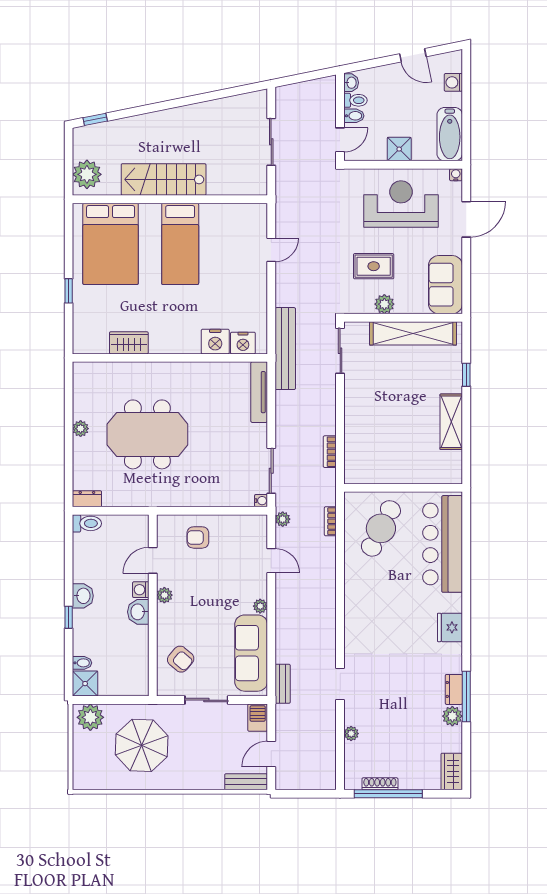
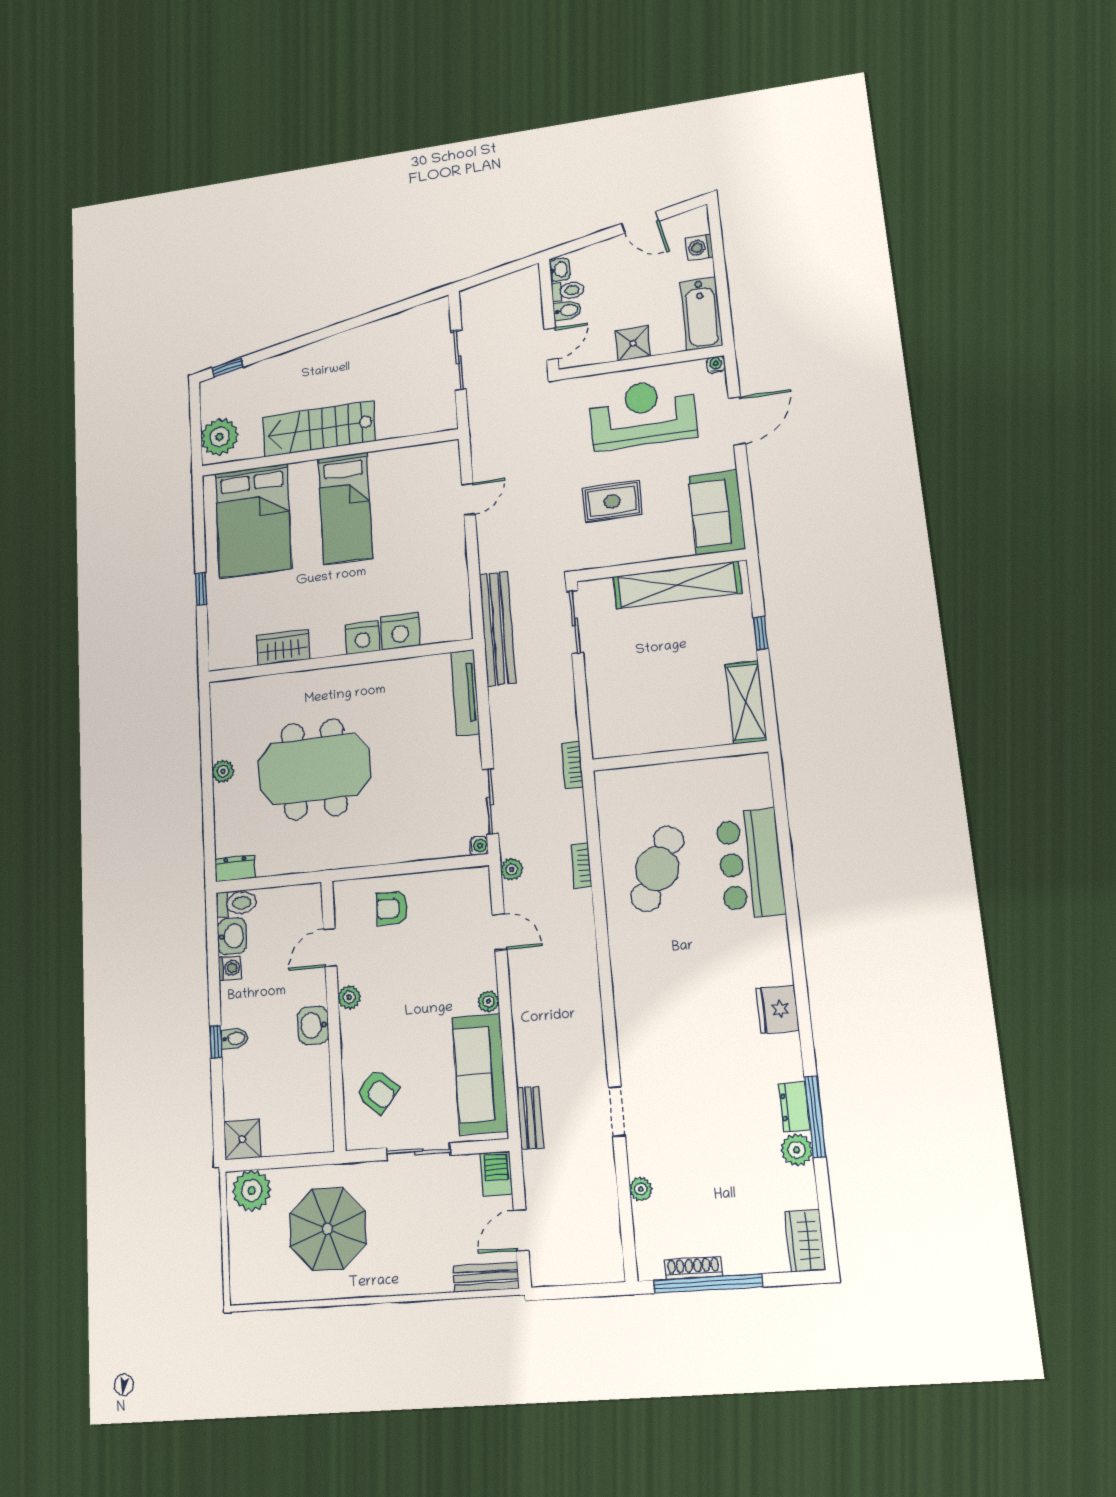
plant: (384, 304) -> (632, 550), removed
nightstand: (243, 343) -> (362, 638), moved
wall: (403, 488) -> (679, 756), moved
bar counter: (443, 544) -> (750, 863), width x0.73
washing machine: (141, 590) -> (230, 968), moved, turned 180
washbasin: (83, 596) -> (232, 936), moved
bidet: (82, 663) -> (234, 1039), moved

